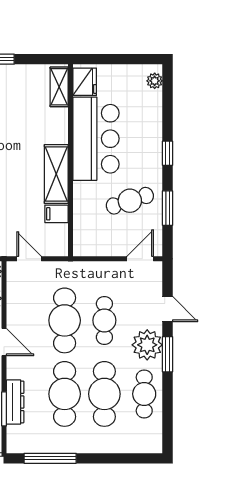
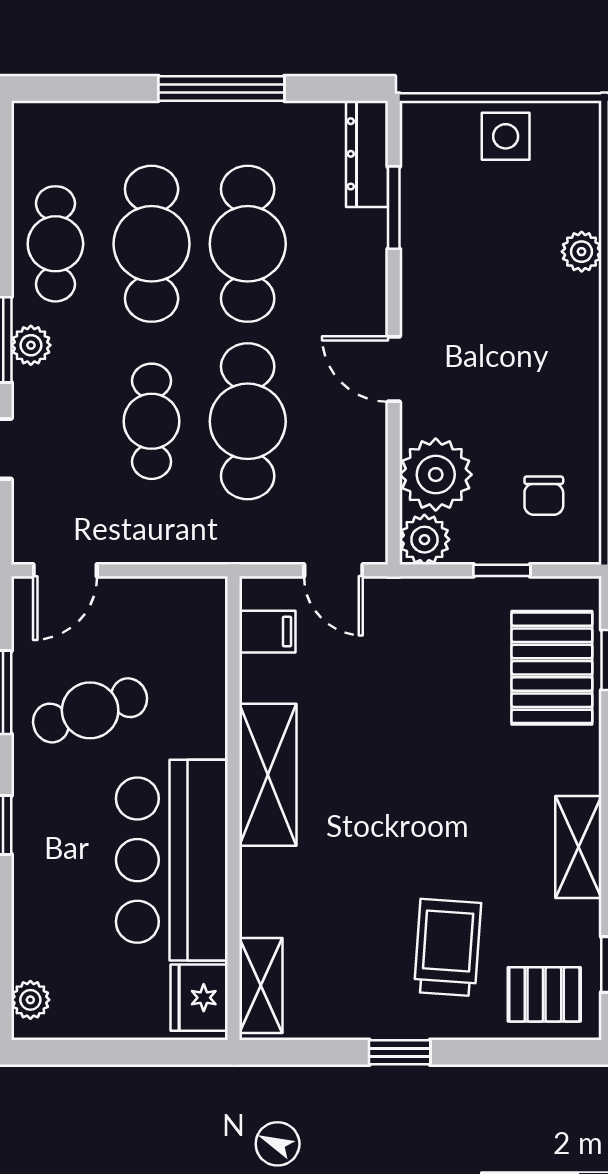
filing cabinet: (56, 214) -> (267, 632), moved
plant: (147, 345) -> (31, 345), width x0.53, depth x0.53
dresser: (15, 402) -> (367, 154), moved
window: (50, 458) -> (221, 88), moved

